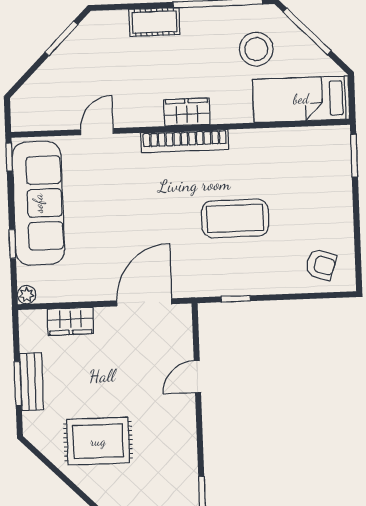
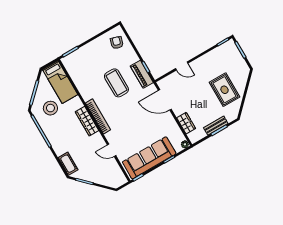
cot: (154, 22) -> (68, 164), moved
wardrobe: (187, 112) -> (87, 121), width x1.50
piano: (225, 282) -> (142, 74), added

